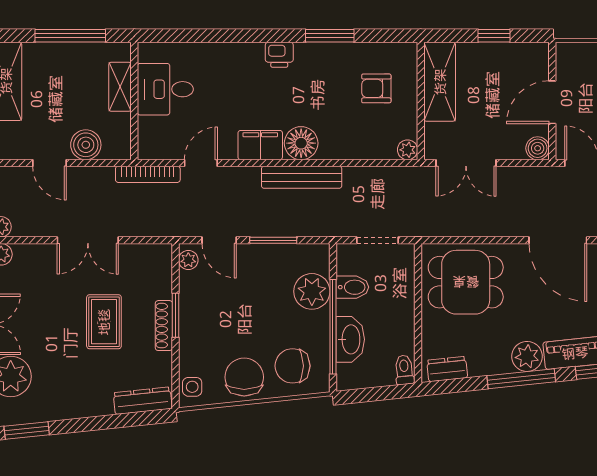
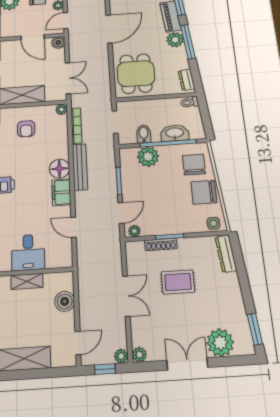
door: (49, 163) -> (78, 343), moved
bookcase: (148, 174) -> (76, 125), moved
shoe rack: (164, 326) -> (161, 244), moved
chair: (292, 366) -> (194, 165), turned 180

